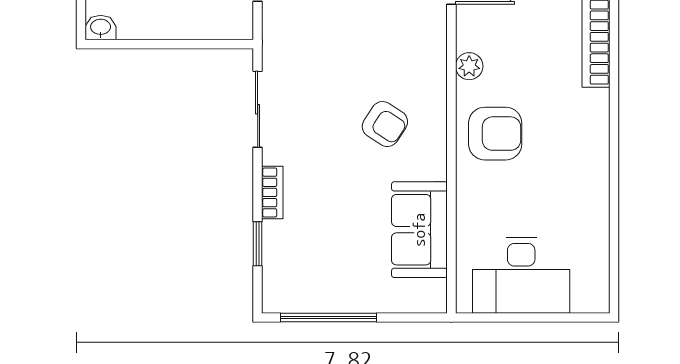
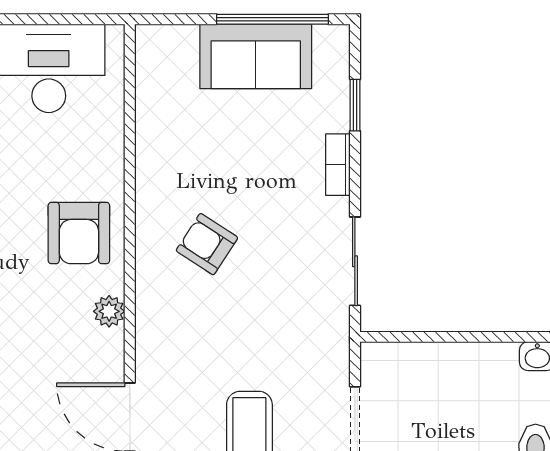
armchair: (495, 134) -> (79, 233), turned -90
sofa: (419, 230) -> (256, 56), moved, turned 90

